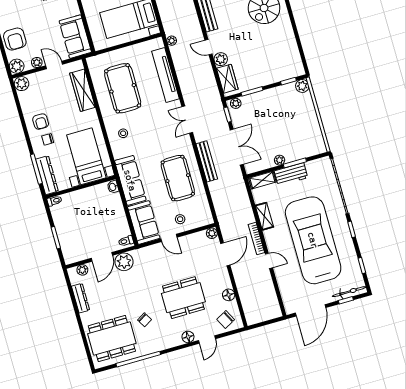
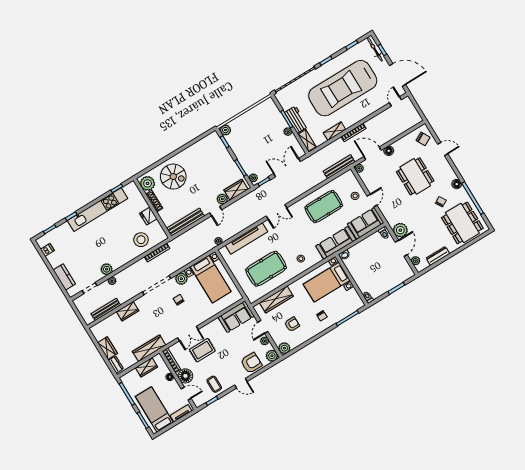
armchair: (41, 122) -> (292, 324), moved
bench: (207, 161) -> (339, 167), moved
dresser: (47, 175) -> (350, 309), removed
door: (102, 257) -> (401, 248), hinge flipped
door: (269, 261) -> (395, 101), moved
floor lamp: (229, 295) -> (389, 151), moved
floor lamp: (188, 337) -> (457, 184), moved

